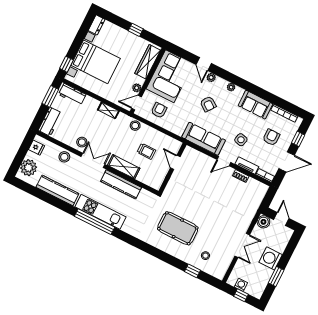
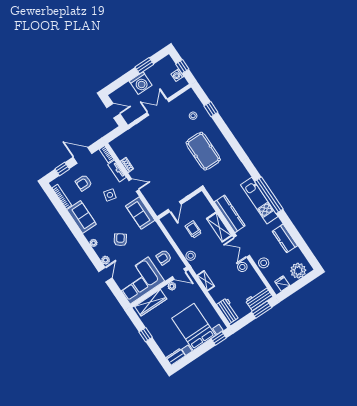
window: (50, 96) -> (262, 310), moved
sofa: (204, 139) -> (140, 213), width x0.73
kitchen counter: (57, 190) -> (285, 238), width x0.67
door: (281, 219) -> (113, 111), swing flipped
boiler: (263, 222) -> (129, 117), removed

